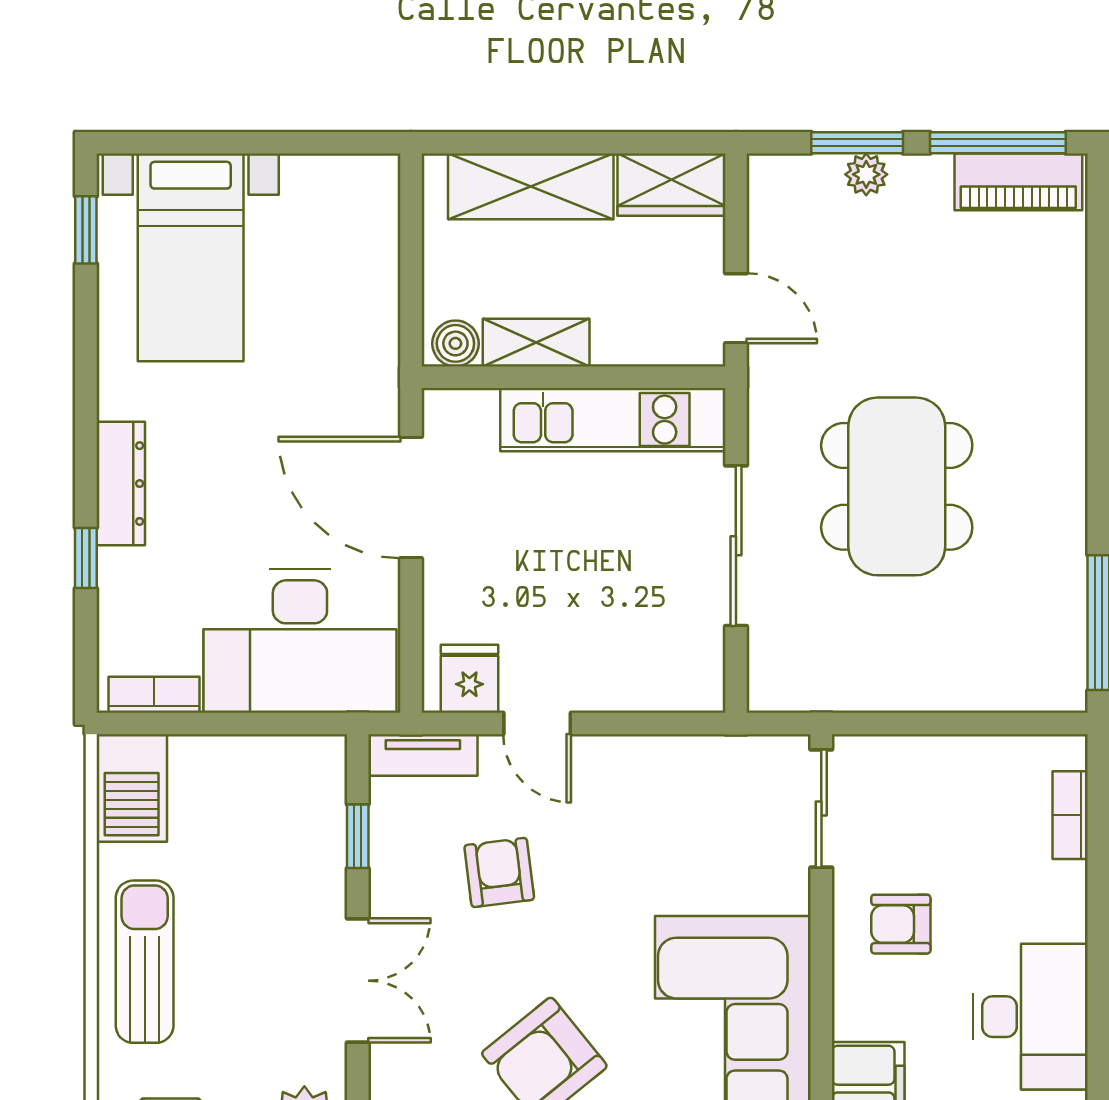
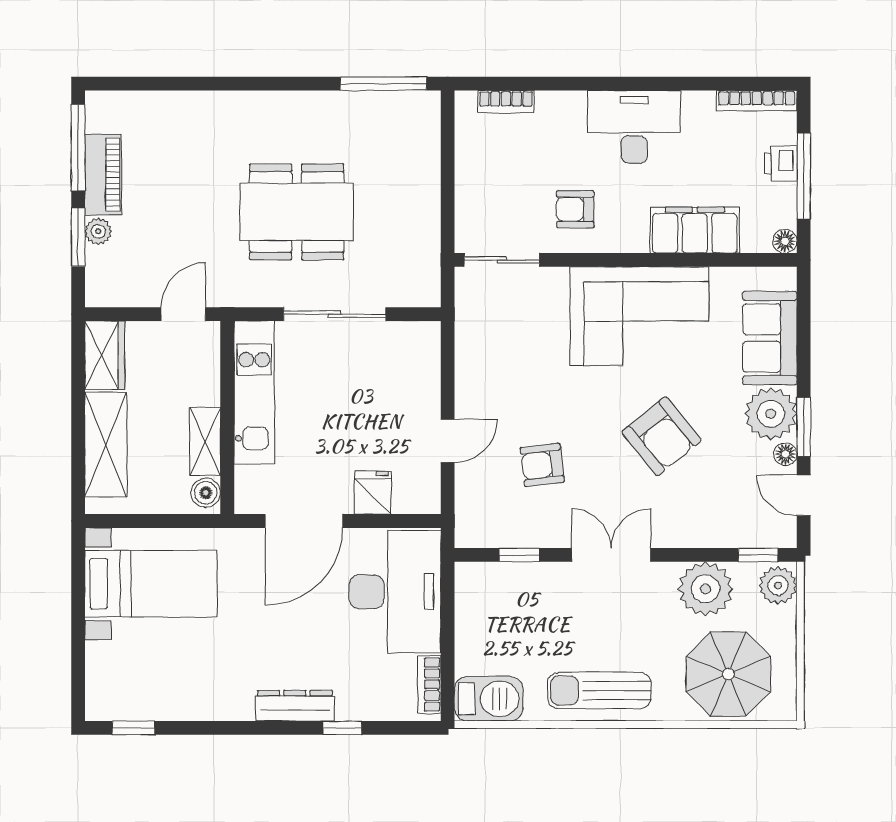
piano: (1018, 182) -> (103, 175), moved
bed with nightstands: (191, 257) -> (151, 584), moved
fridge: (469, 679) -> (373, 493), moved, turned 90
tv unit: (423, 755) -> (468, 513), removed
armchair: (901, 924) -> (575, 209), turned 90

